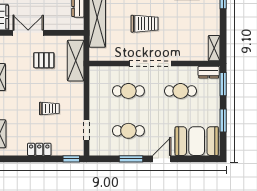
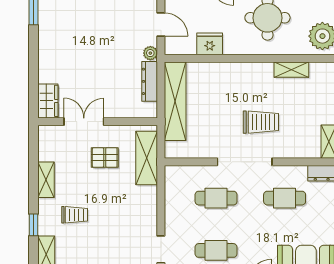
trolley: (145, 24) -> (261, 122), moved
trolley: (49, 108) -> (75, 215), moved

